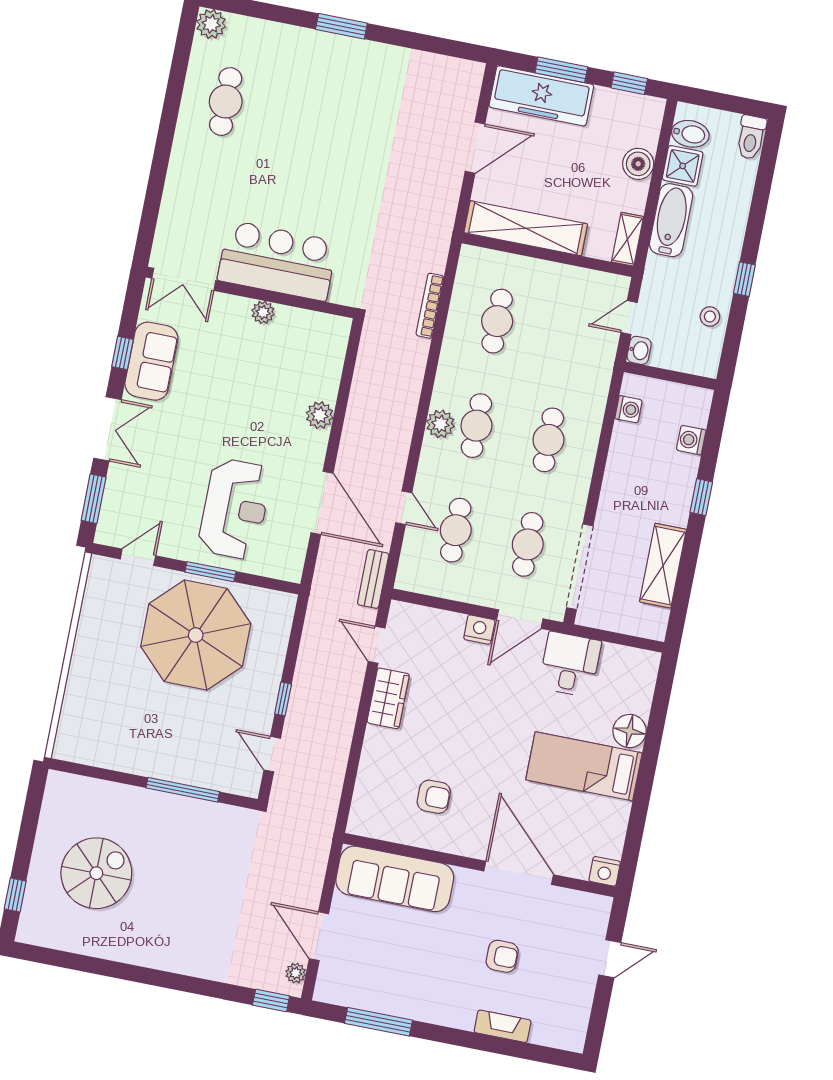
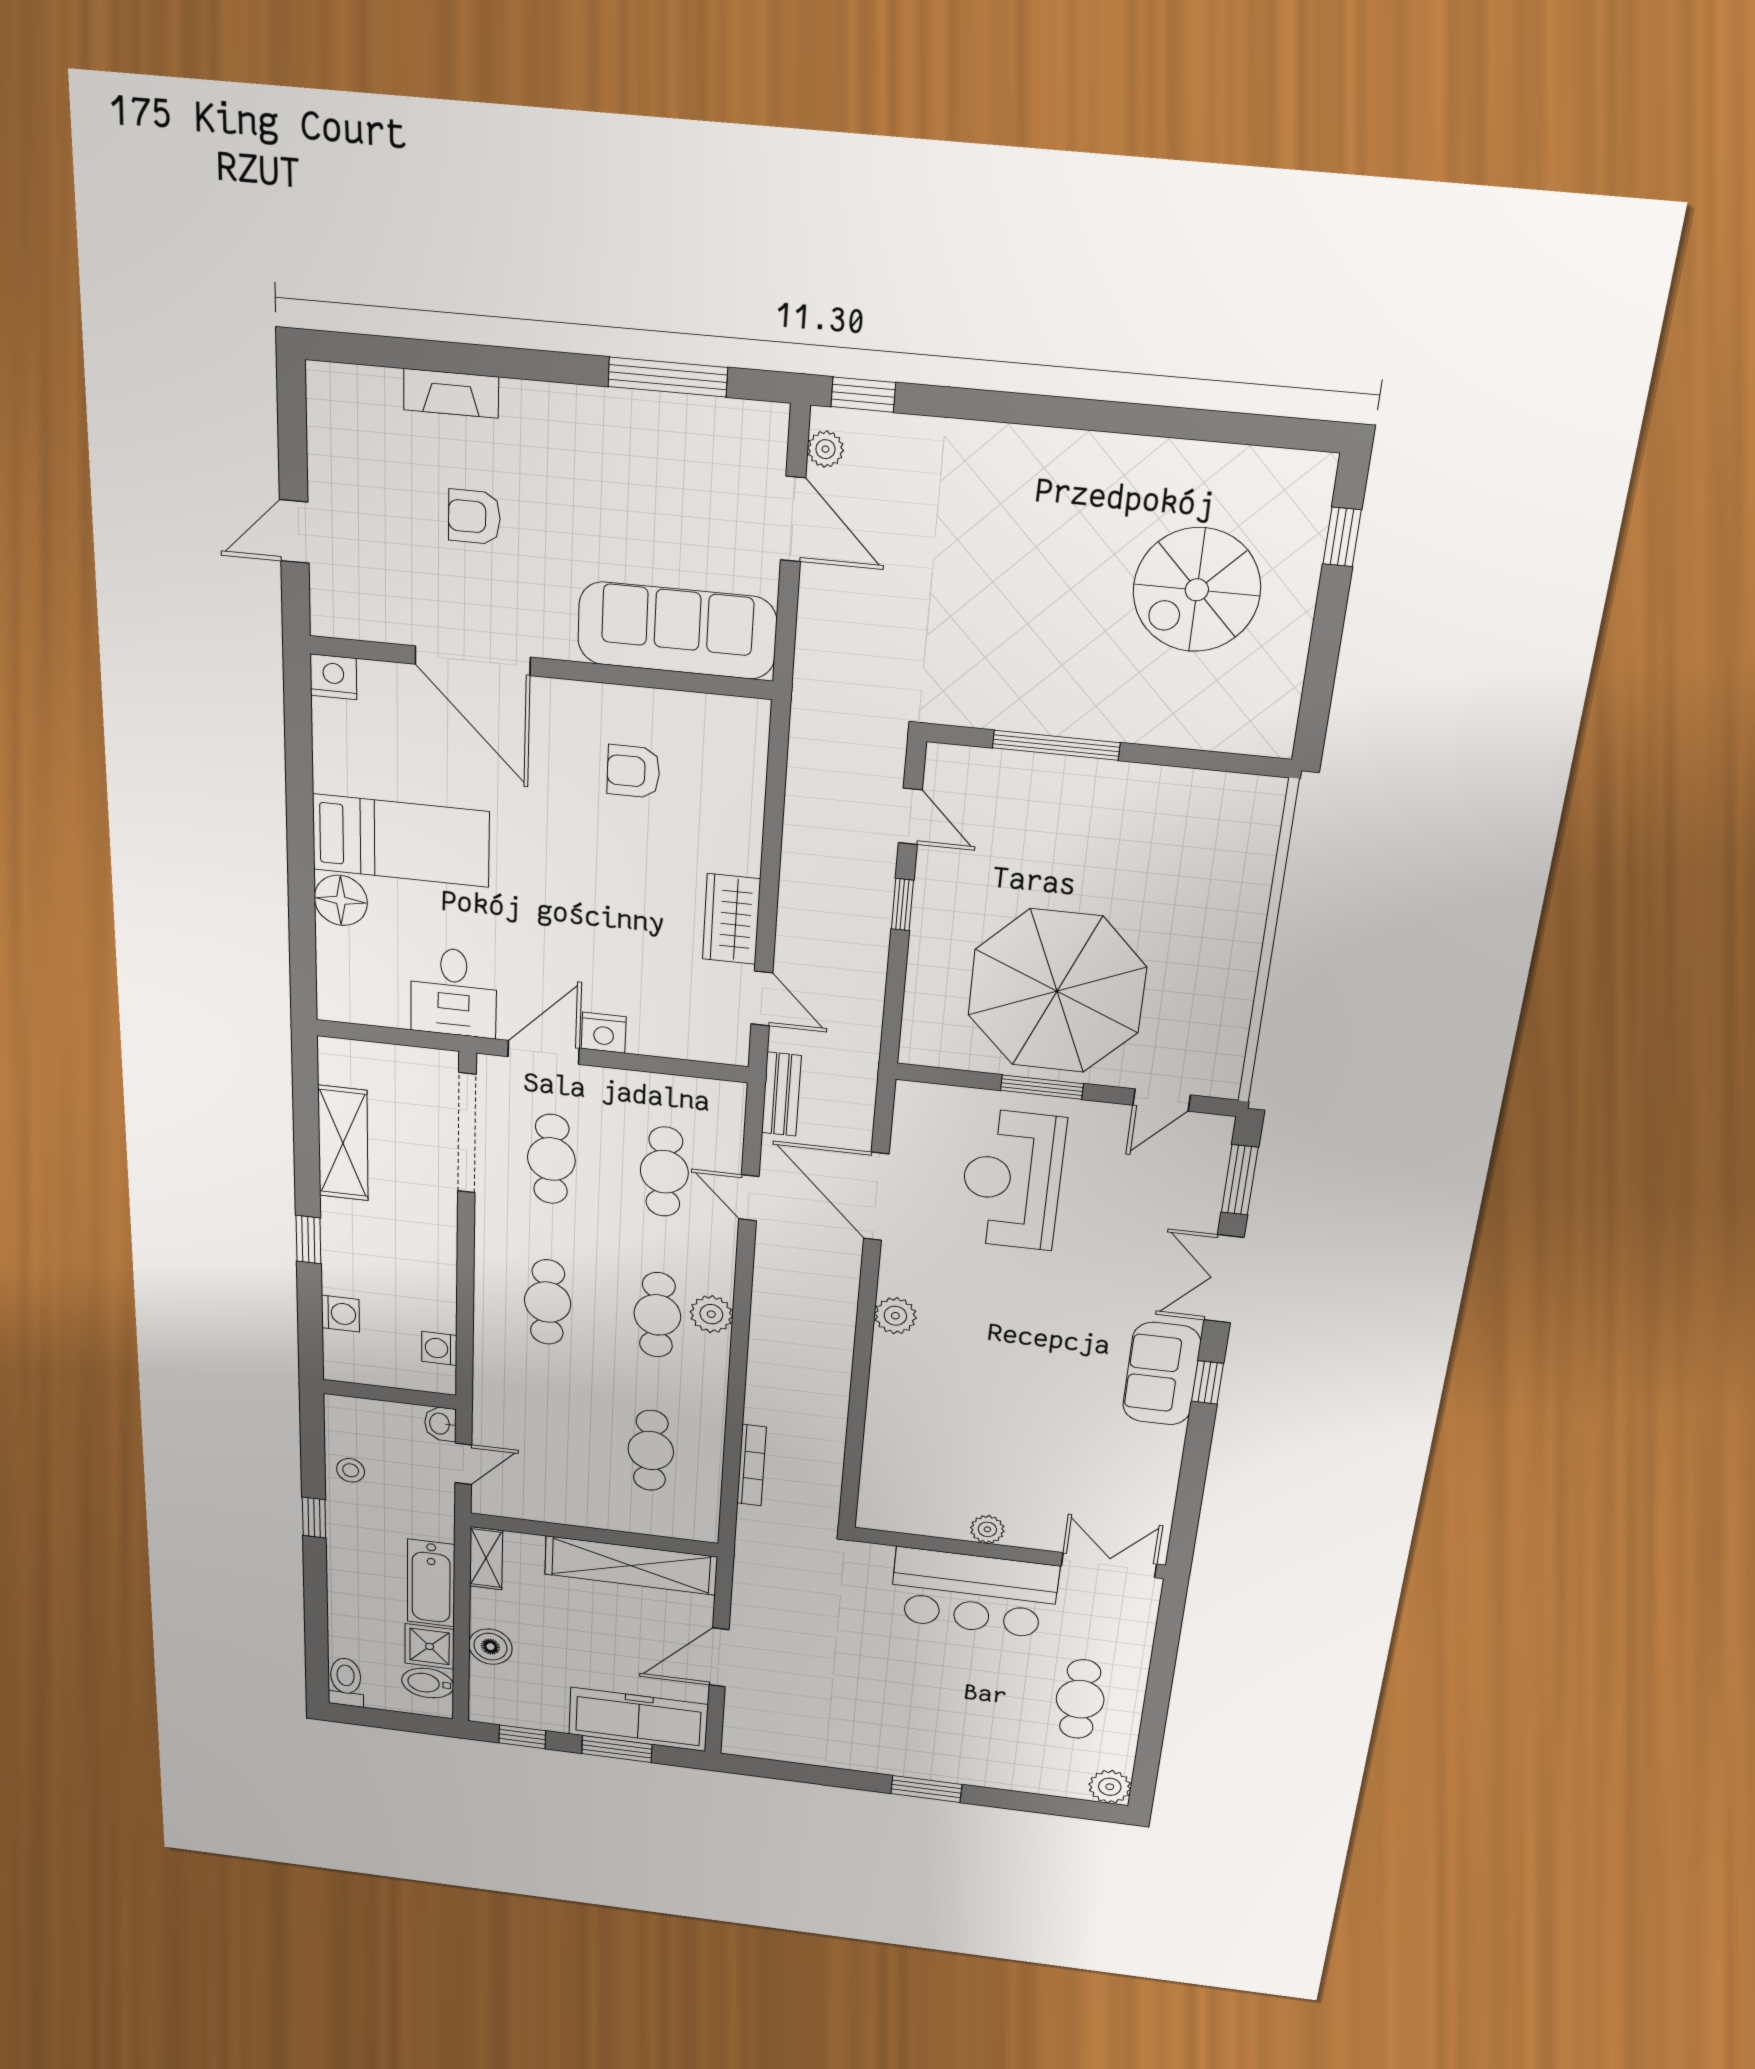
bar counter: (277, 261) -> (974, 1593), moved
double door: (184, 279) -> (1109, 1565), moved
wall: (250, 293) -> (1009, 1553), moved
plant: (263, 312) -> (987, 1529), moved

